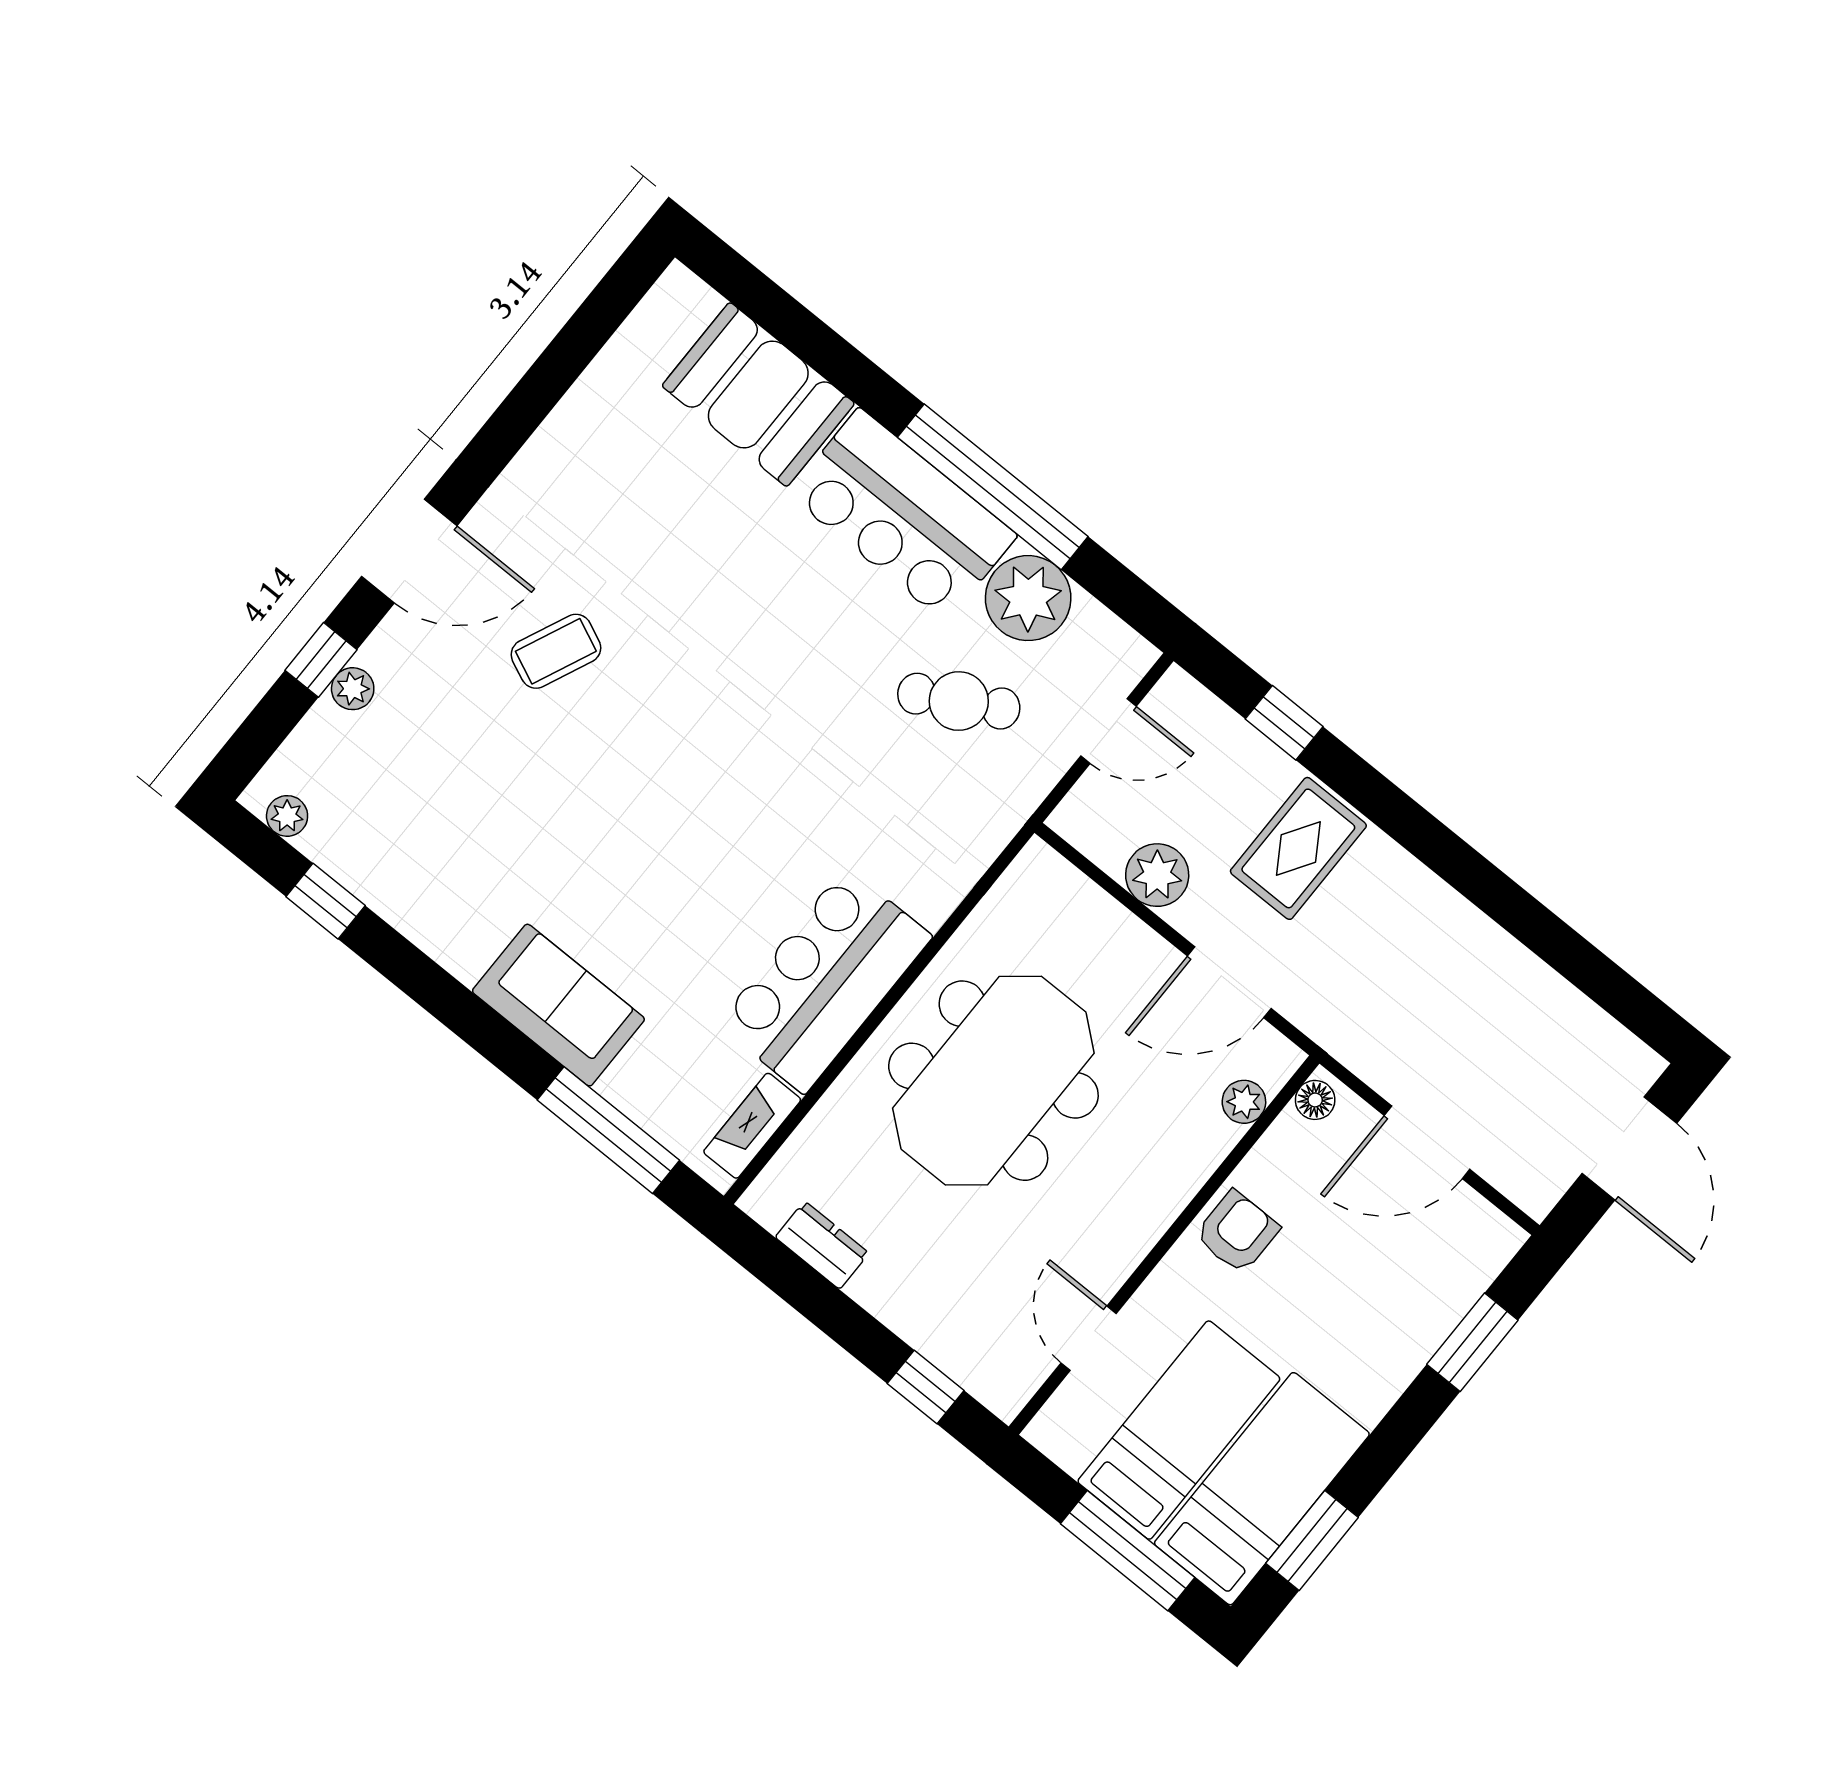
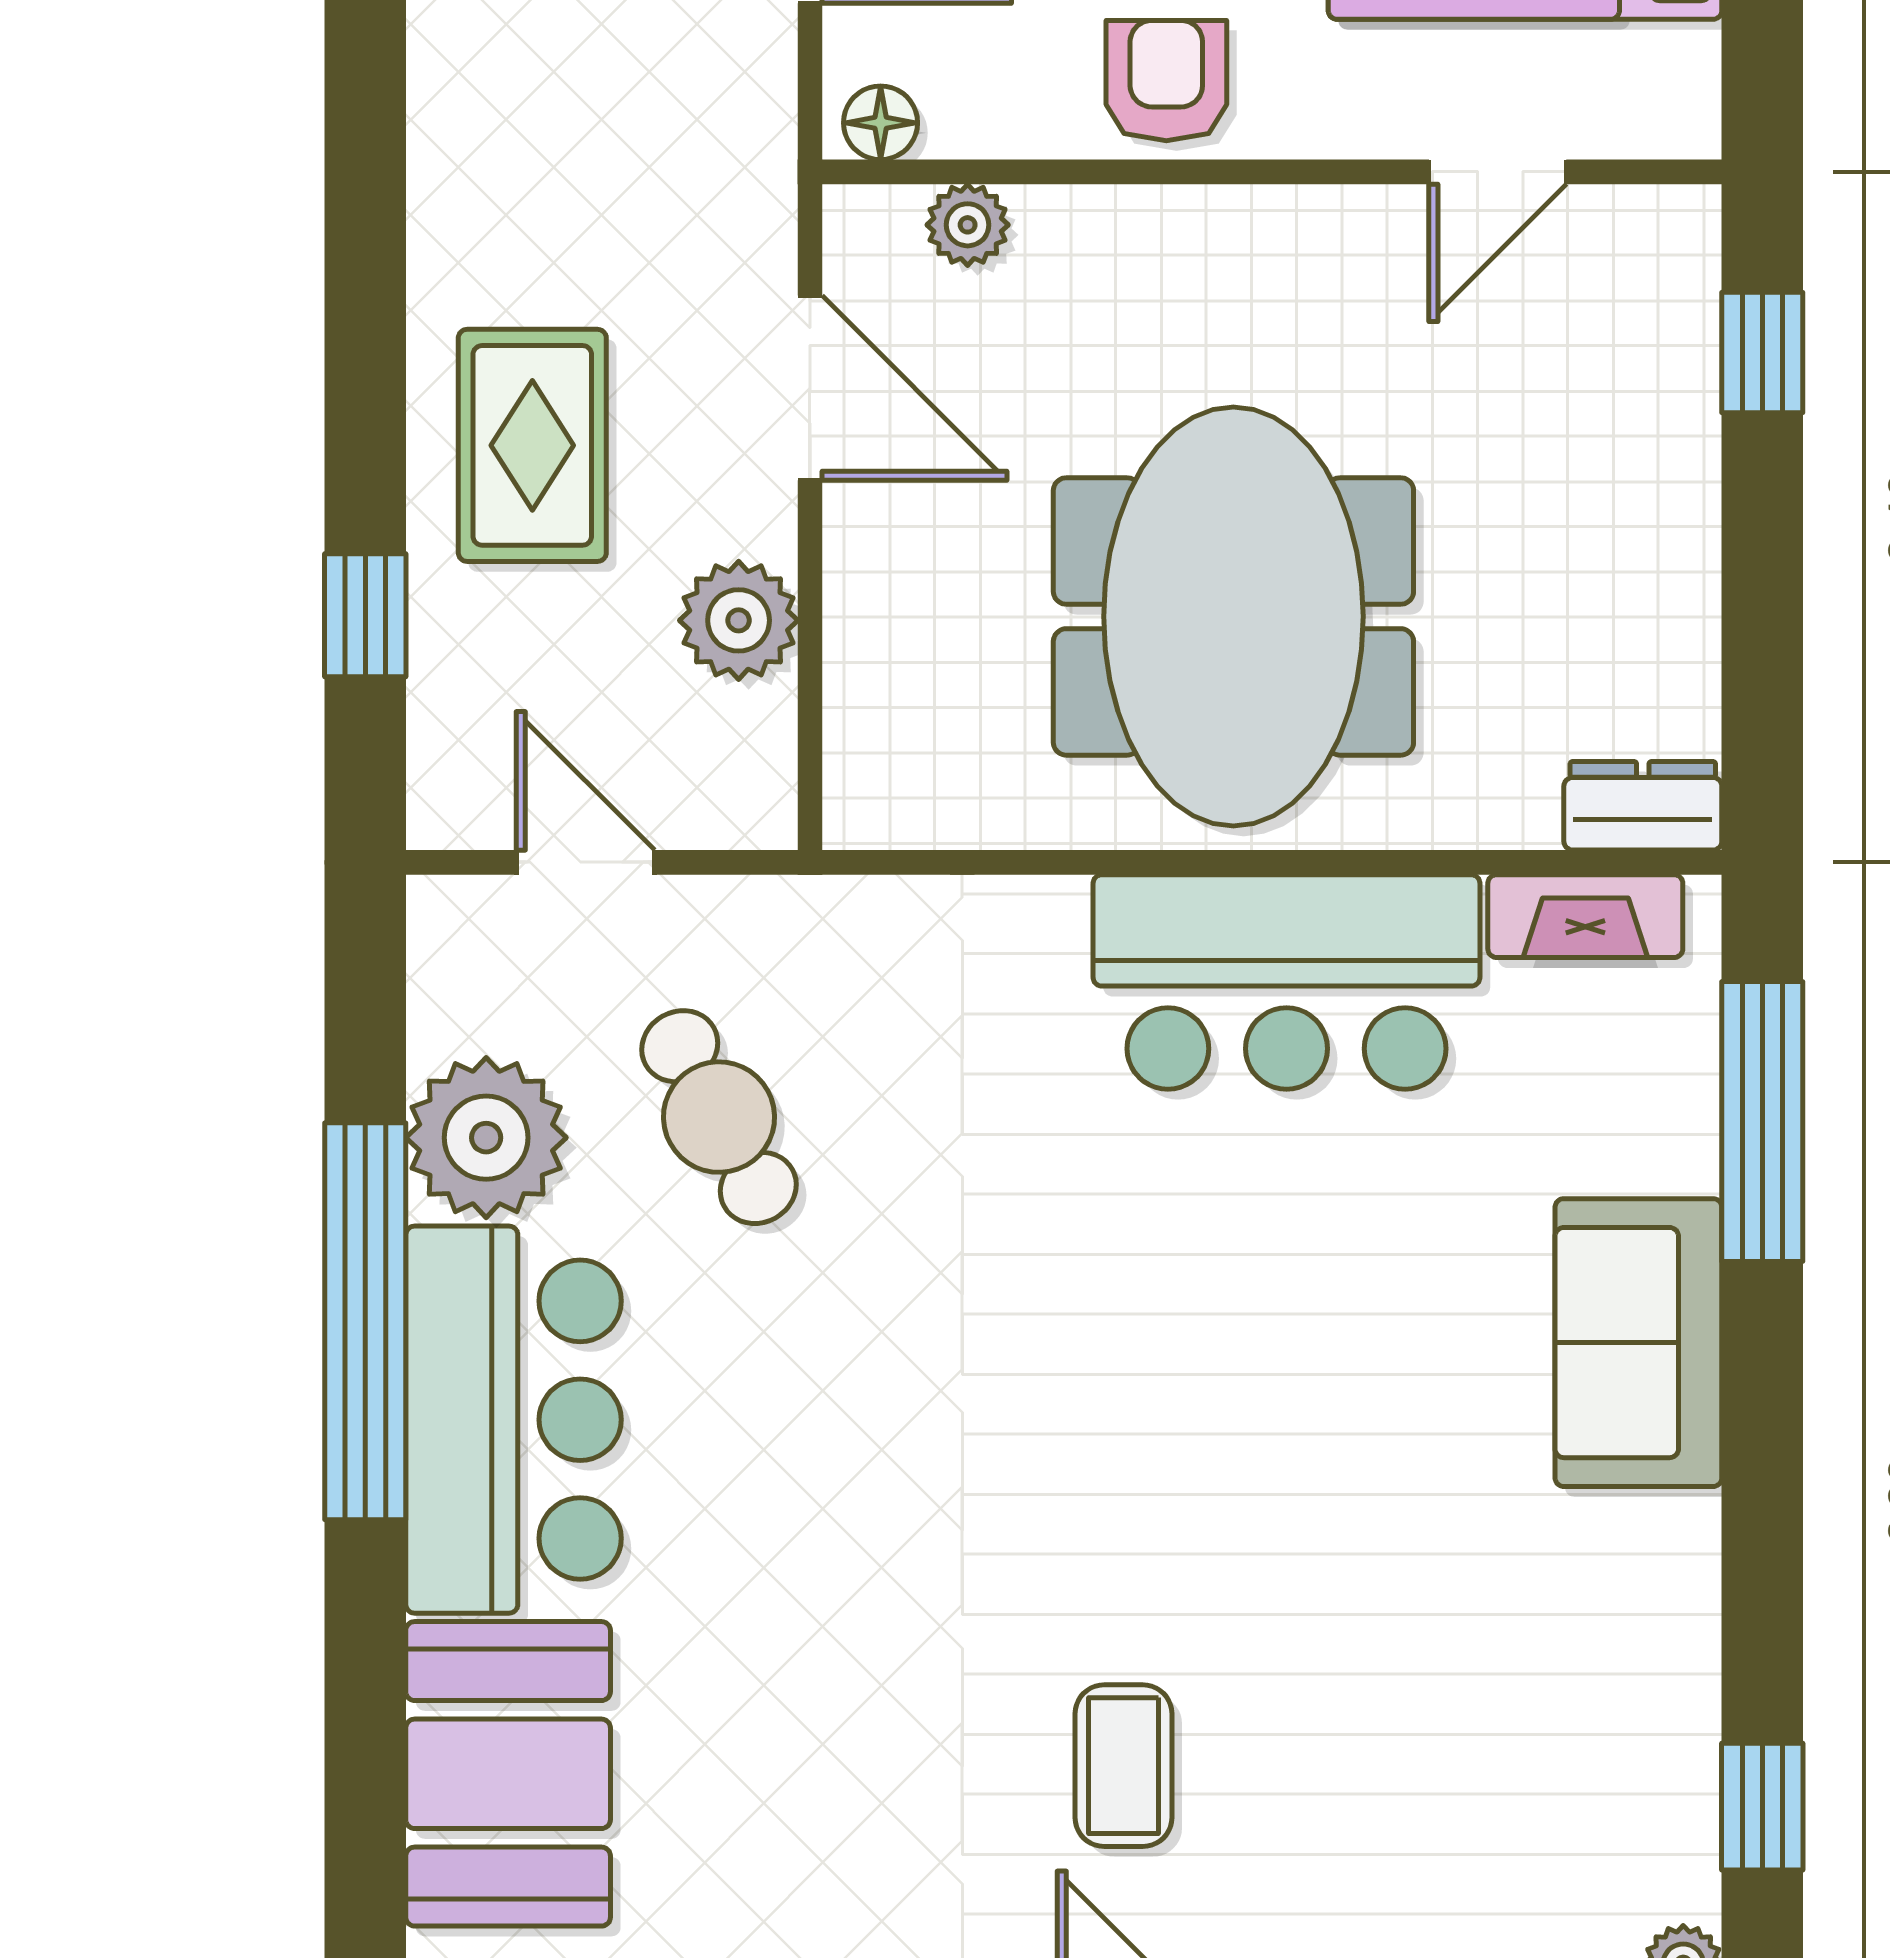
coffee table: (556, 651) -> (1123, 1766), turned 66
rug: (1298, 848) -> (532, 445), turned 90
meeting table: (993, 1081) -> (1233, 616), turned 90
armchair: (1237, 1232) -> (1166, 81), turned 90
dresser: (822, 1245) -> (1643, 806), moved, turned 90

